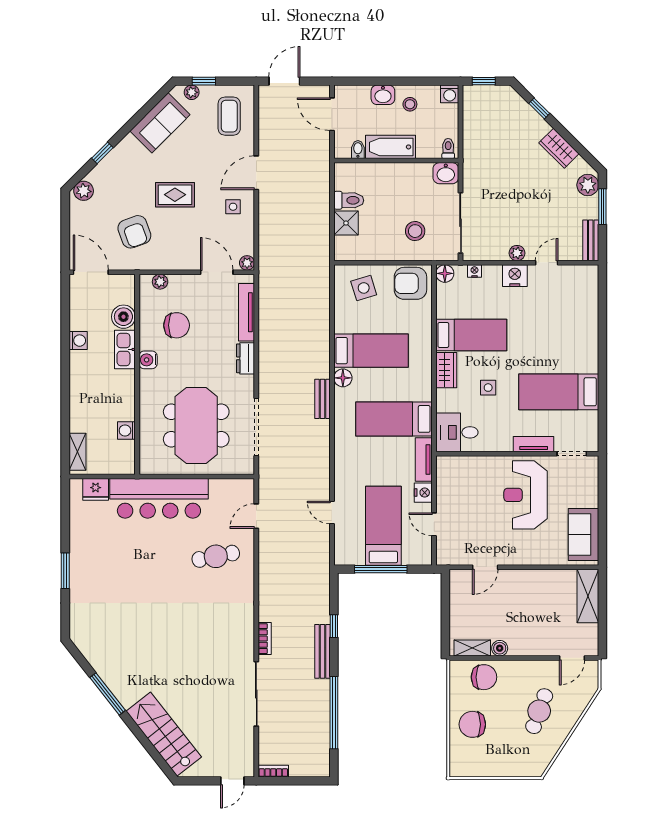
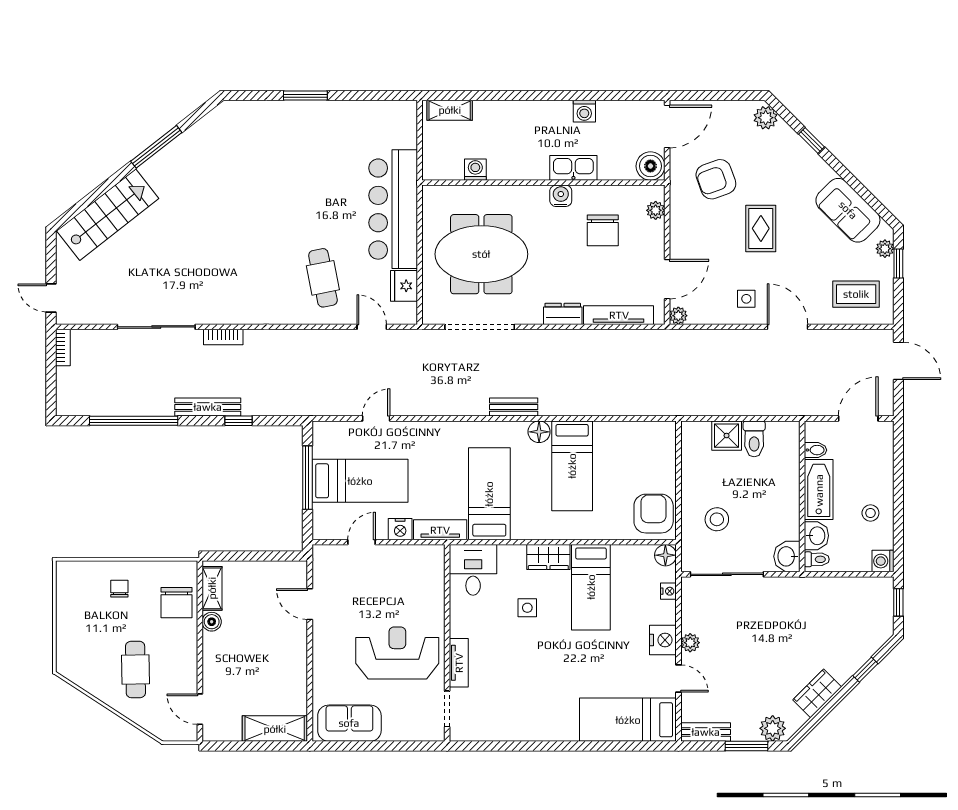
washbasin: (383, 95) -> (816, 536), moved, turned 180
side table: (364, 288) -> (648, 457), removed
boiler: (123, 317) -> (650, 166), moved
bed: (559, 392) -> (628, 720), moved, turned -90
fridge: (96, 489) -> (404, 286), moved
cafe table: (539, 711) -> (135, 670), turned 69
chair: (472, 724) -> (119, 589), width x0.54, depth x0.54

